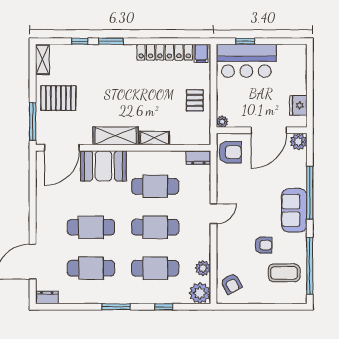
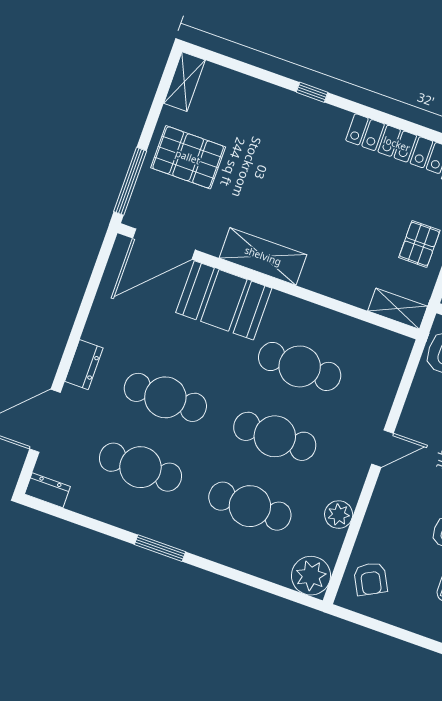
window: (80, 41) -> (259, 73), removed
window: (111, 41) -> (312, 92), width x0.67
shelving: (154, 138) -> (398, 309), moved
dresser: (198, 158) -> (84, 365), moved, turned -90
plant: (203, 268) -> (339, 515), moved
window: (164, 307) -> (241, 577), removed

